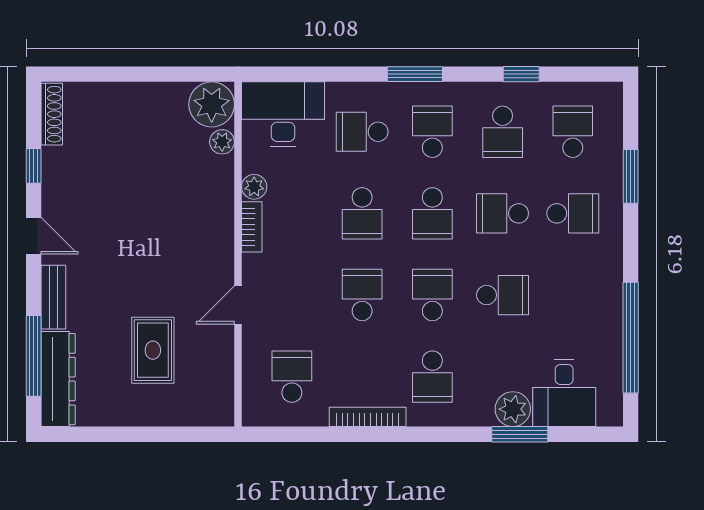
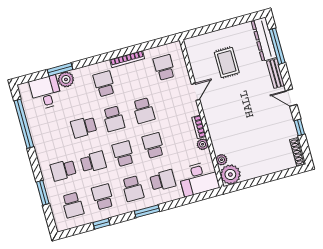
school desk: (292, 377) -> (164, 67), turned 180

